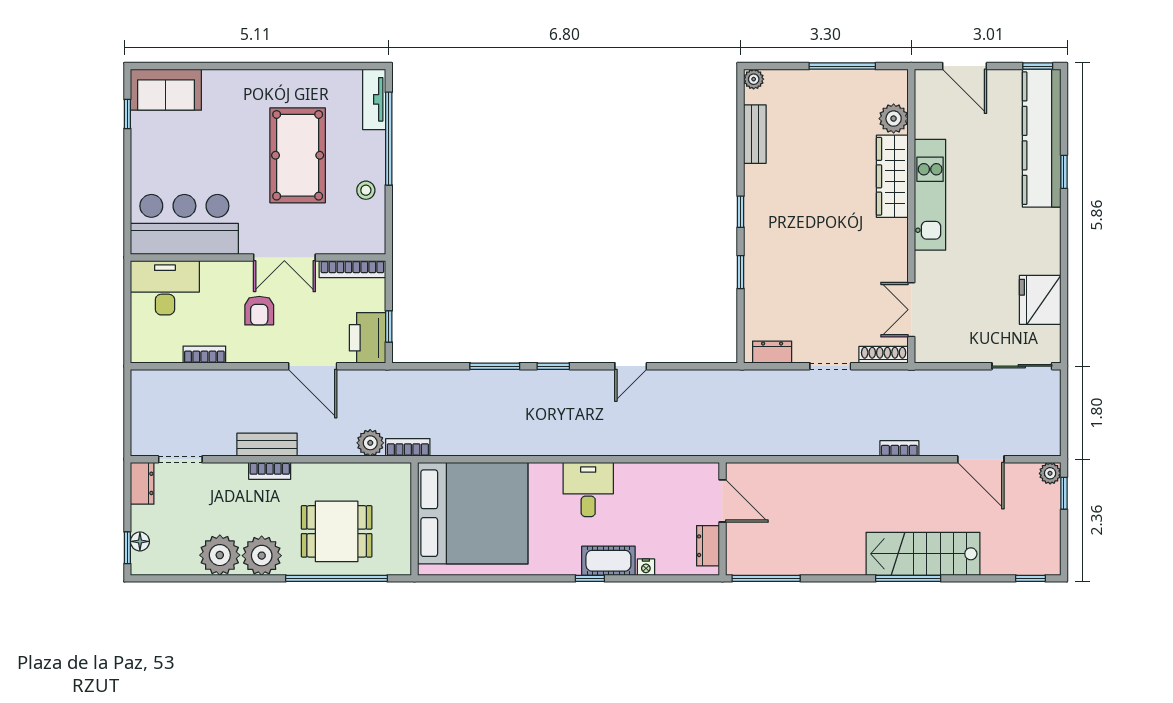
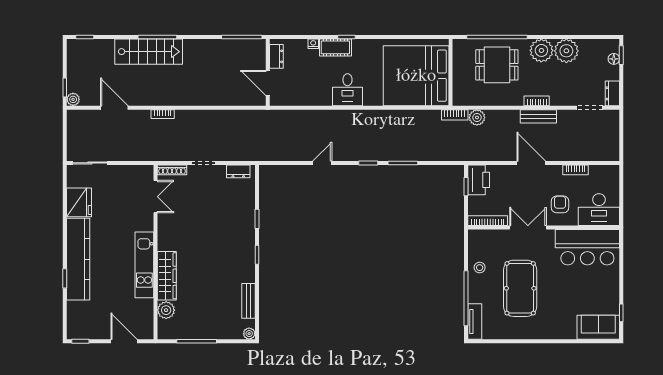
kitchen counter: (1042, 138) -> (78, 259), moved
armchair: (259, 311) -> (560, 204), moved
door: (313, 366) -> (531, 163), moved

